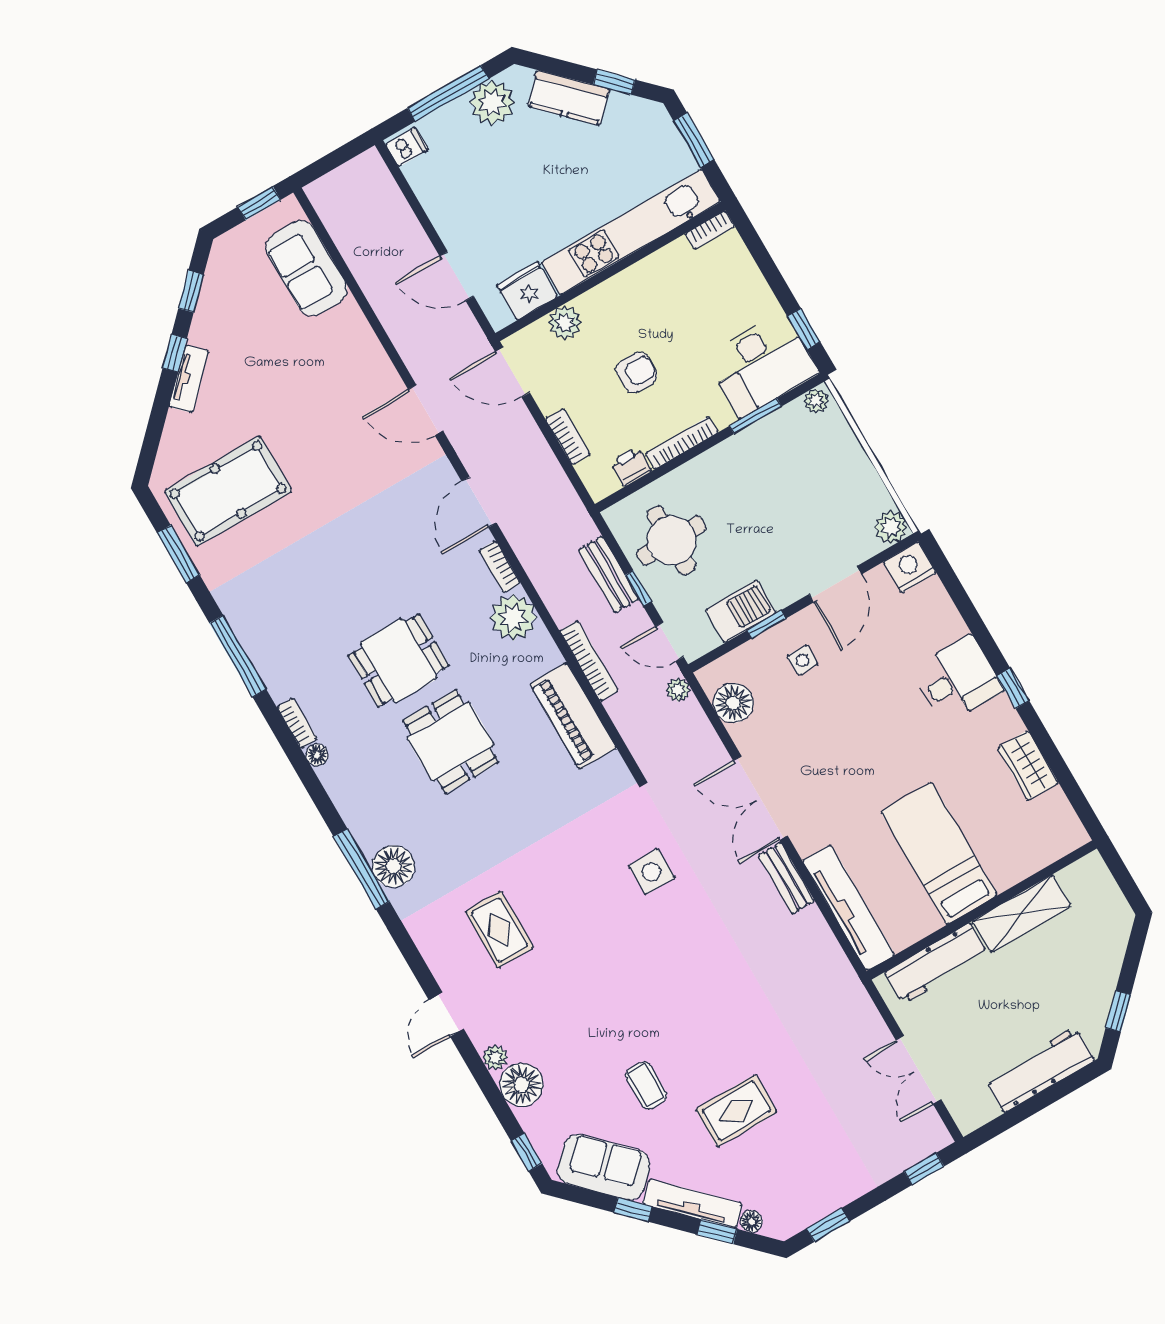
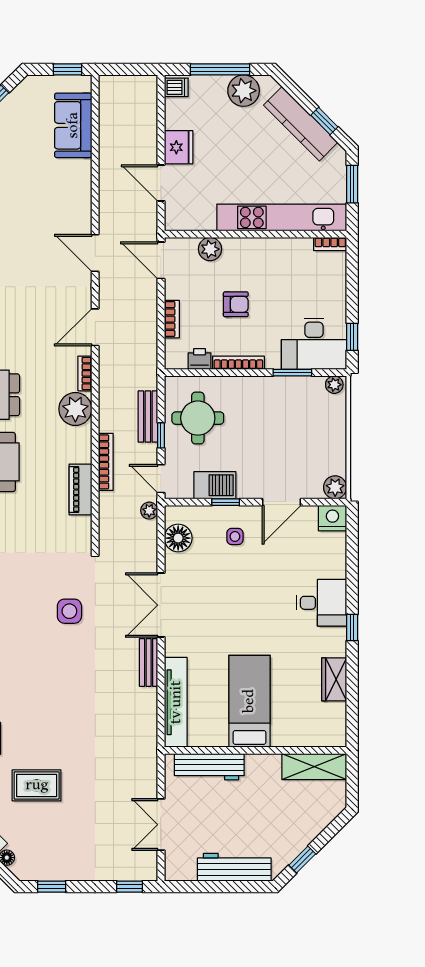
kitchen counter: (569, 98) -> (301, 124), width x1.50
fridge: (527, 291) -> (179, 147), moved, turned 90
piano: (573, 716) -> (80, 490), width x0.73, depth x0.75
shelving: (1022, 914) -> (314, 767), moved

